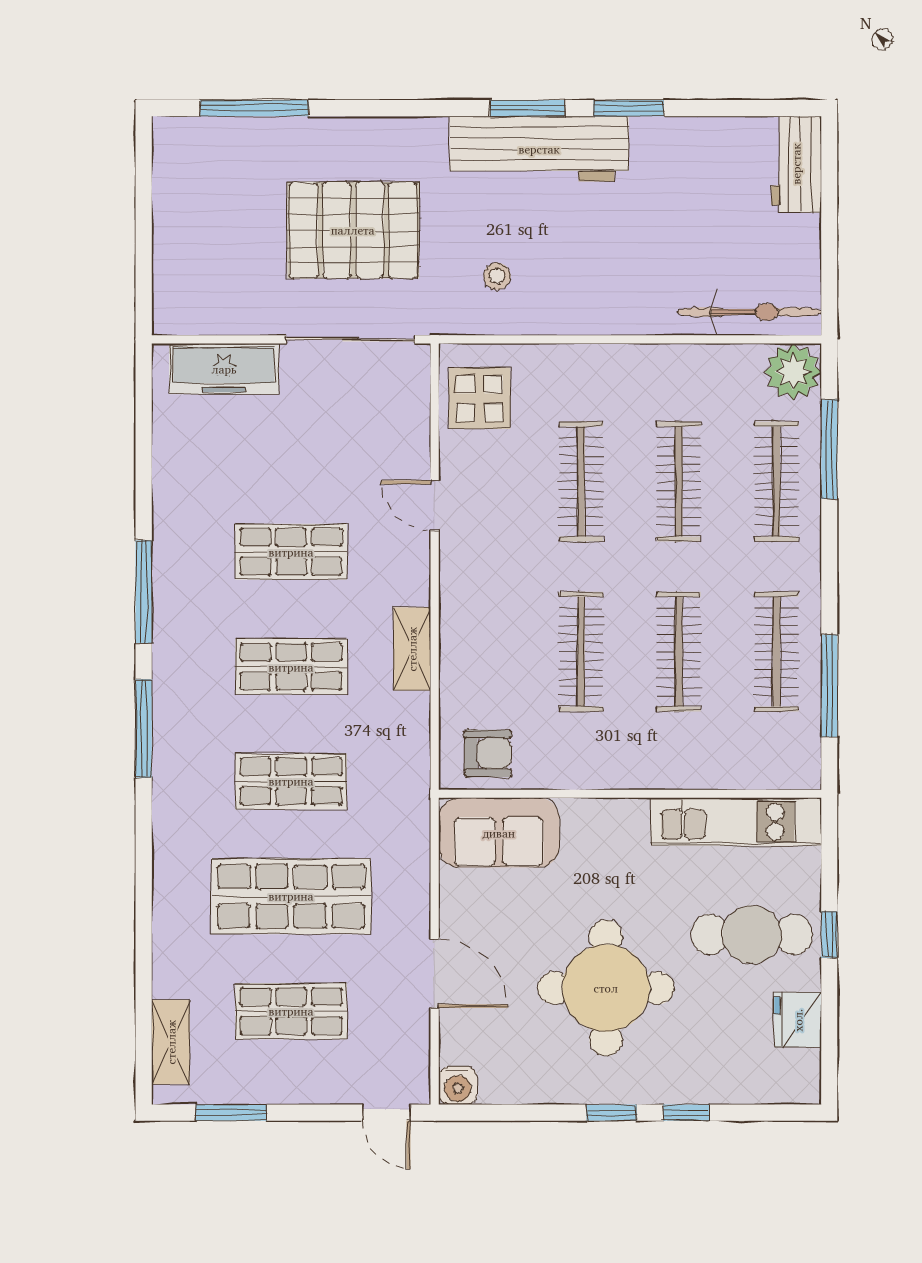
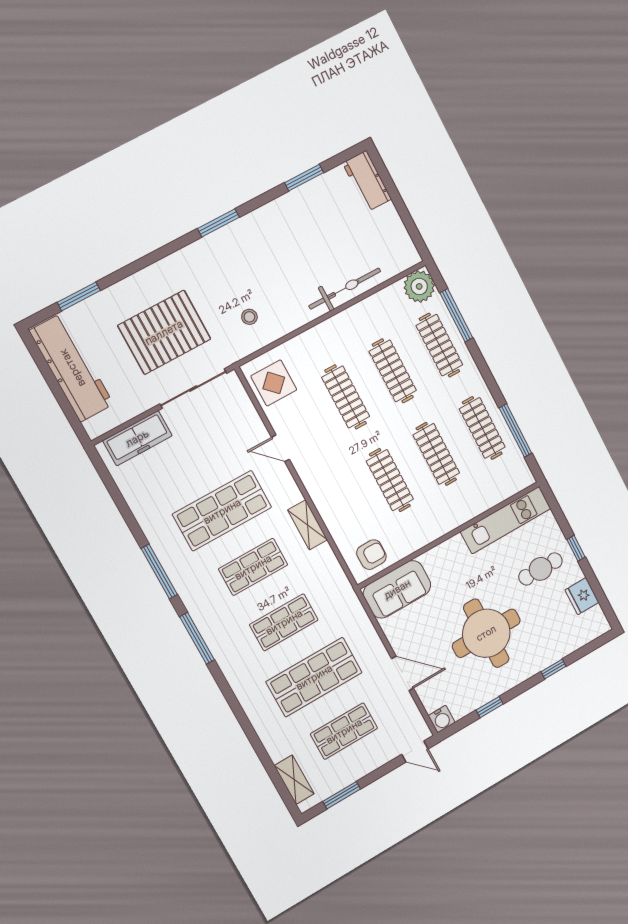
window: (254, 108) -> (79, 296), width x0.69
window: (629, 108) -> (304, 178), moved
workbench: (539, 149) -> (72, 368), moved, turned -90
bicycle: (749, 312) -> (345, 289), moved
shop shelf: (291, 552) -> (222, 511), width x1.43, depth x1.36
cafe table: (752, 935) -> (541, 569), width x0.73, depth x0.74
window: (612, 1113) -> (490, 707), moved

